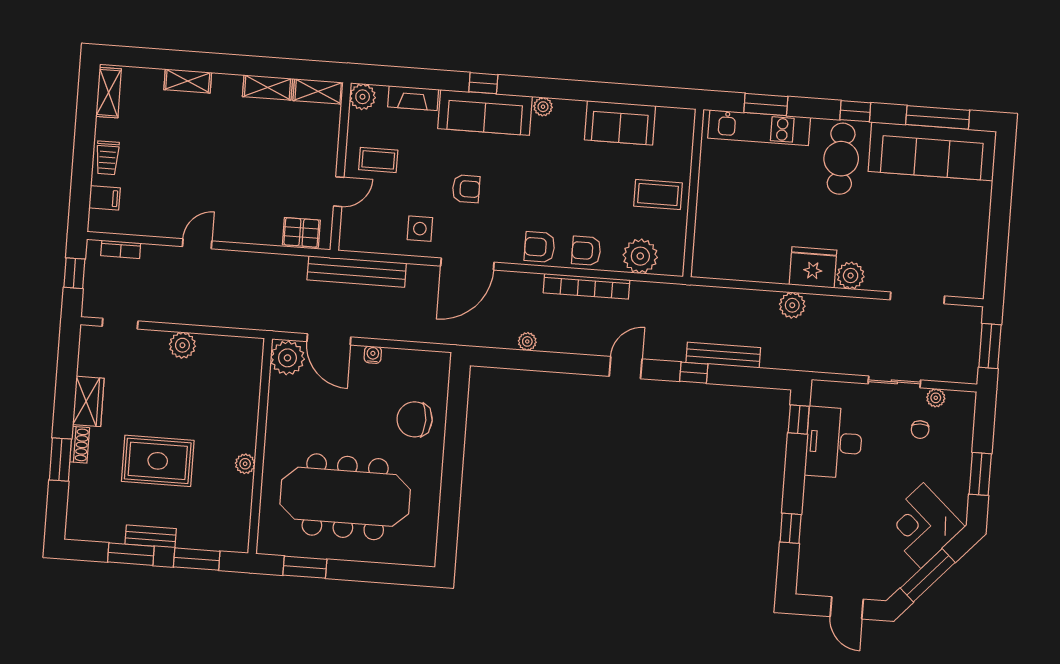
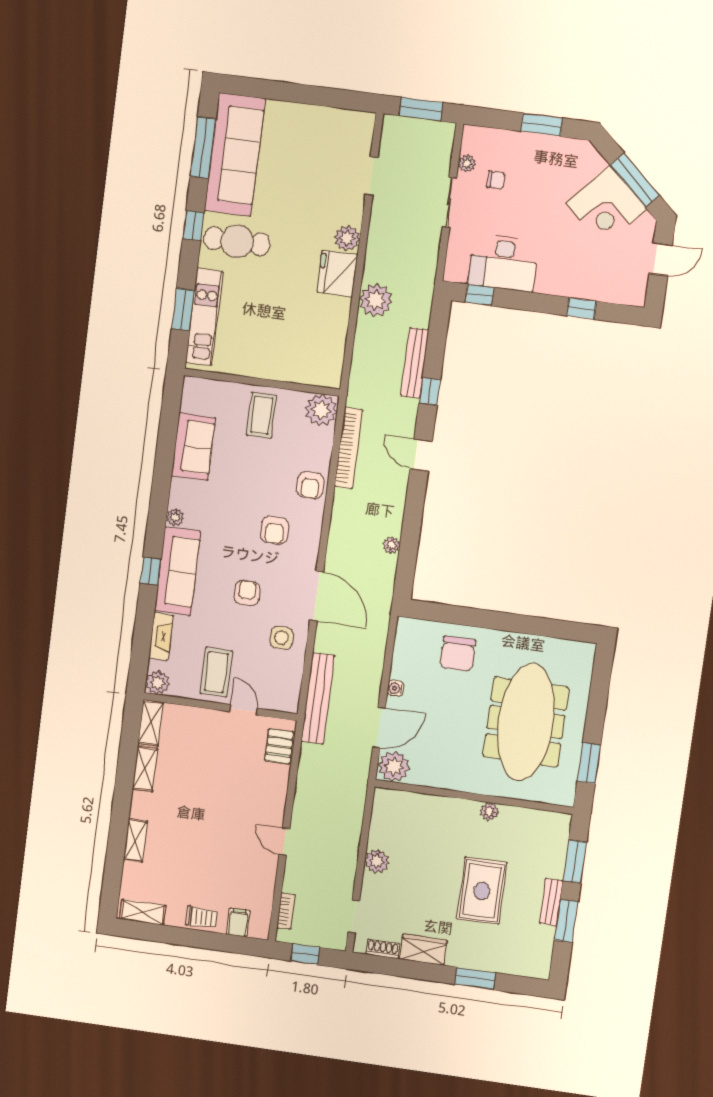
coffee table: (378, 160) -> (216, 672), width x1.36, depth x1.30
armchair: (540, 247) -> (275, 530), moved
plant: (640, 256) -> (321, 410), moved
bookcase: (587, 286) -> (348, 448), moved
doorway: (917, 298) -> (372, 176), width x0.73
plant: (792, 305) -> (376, 300), width x1.36, depth x1.36
shoe rack: (80, 445) -> (383, 949), moved
corner desk: (922, 526) -> (606, 206), moved

